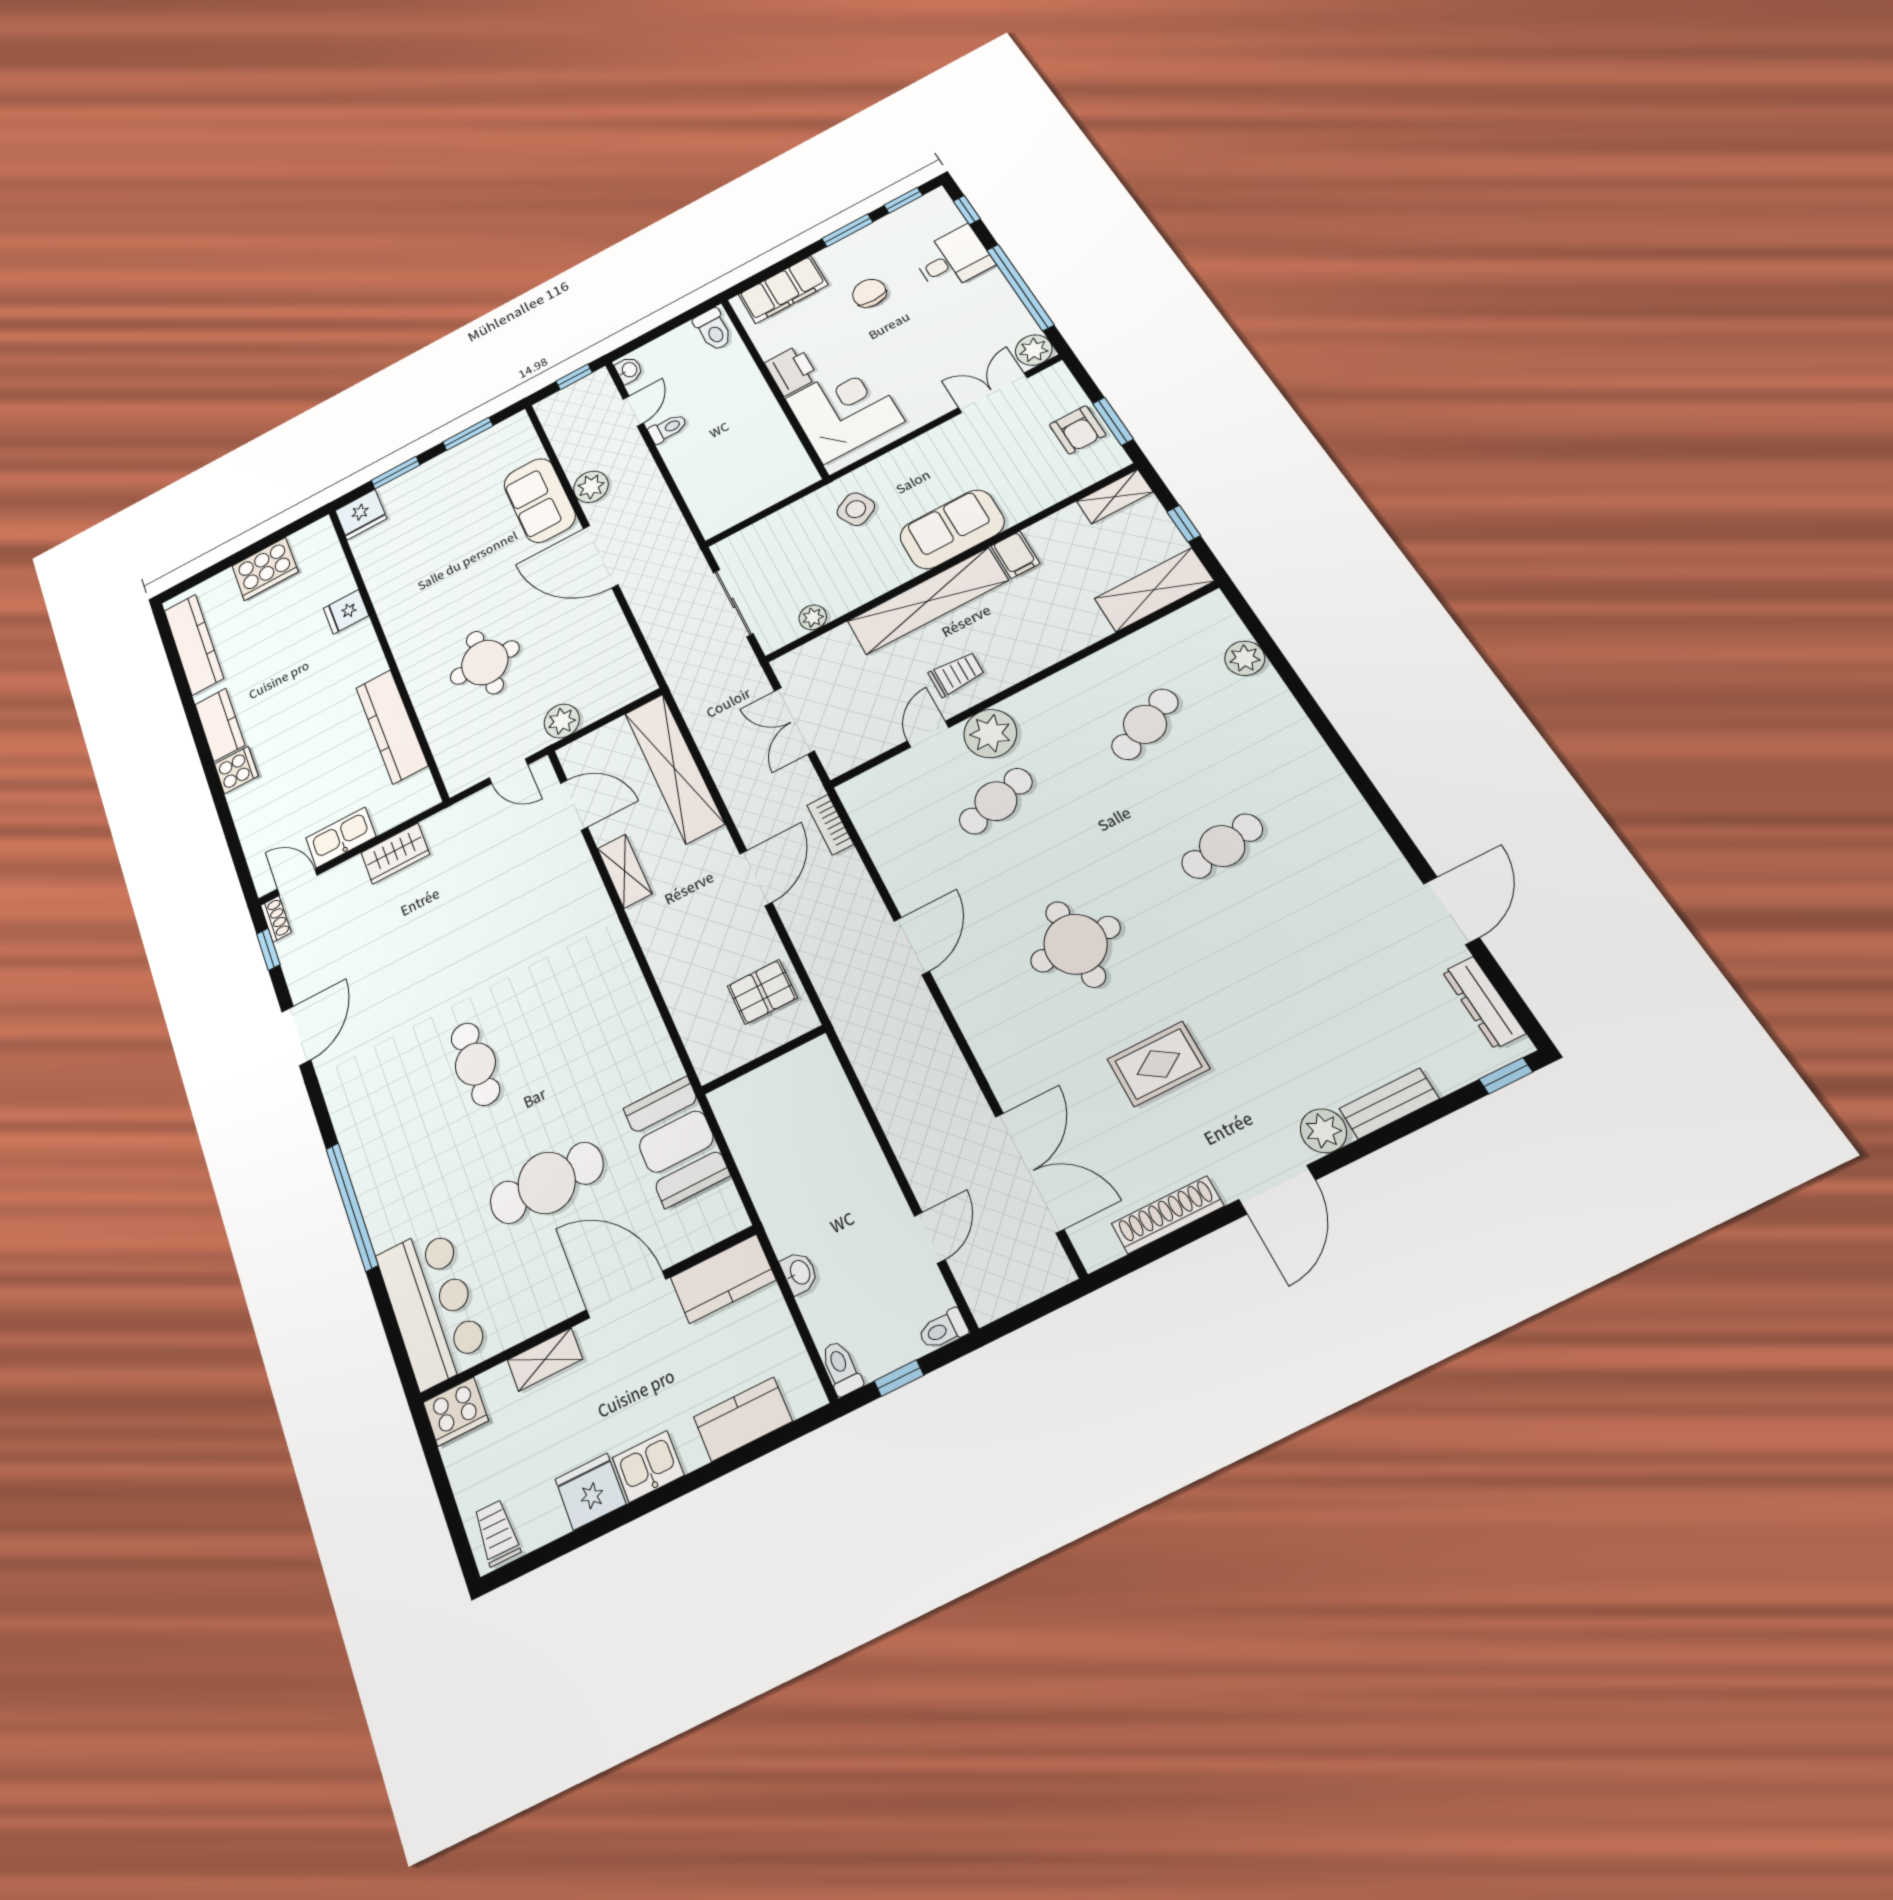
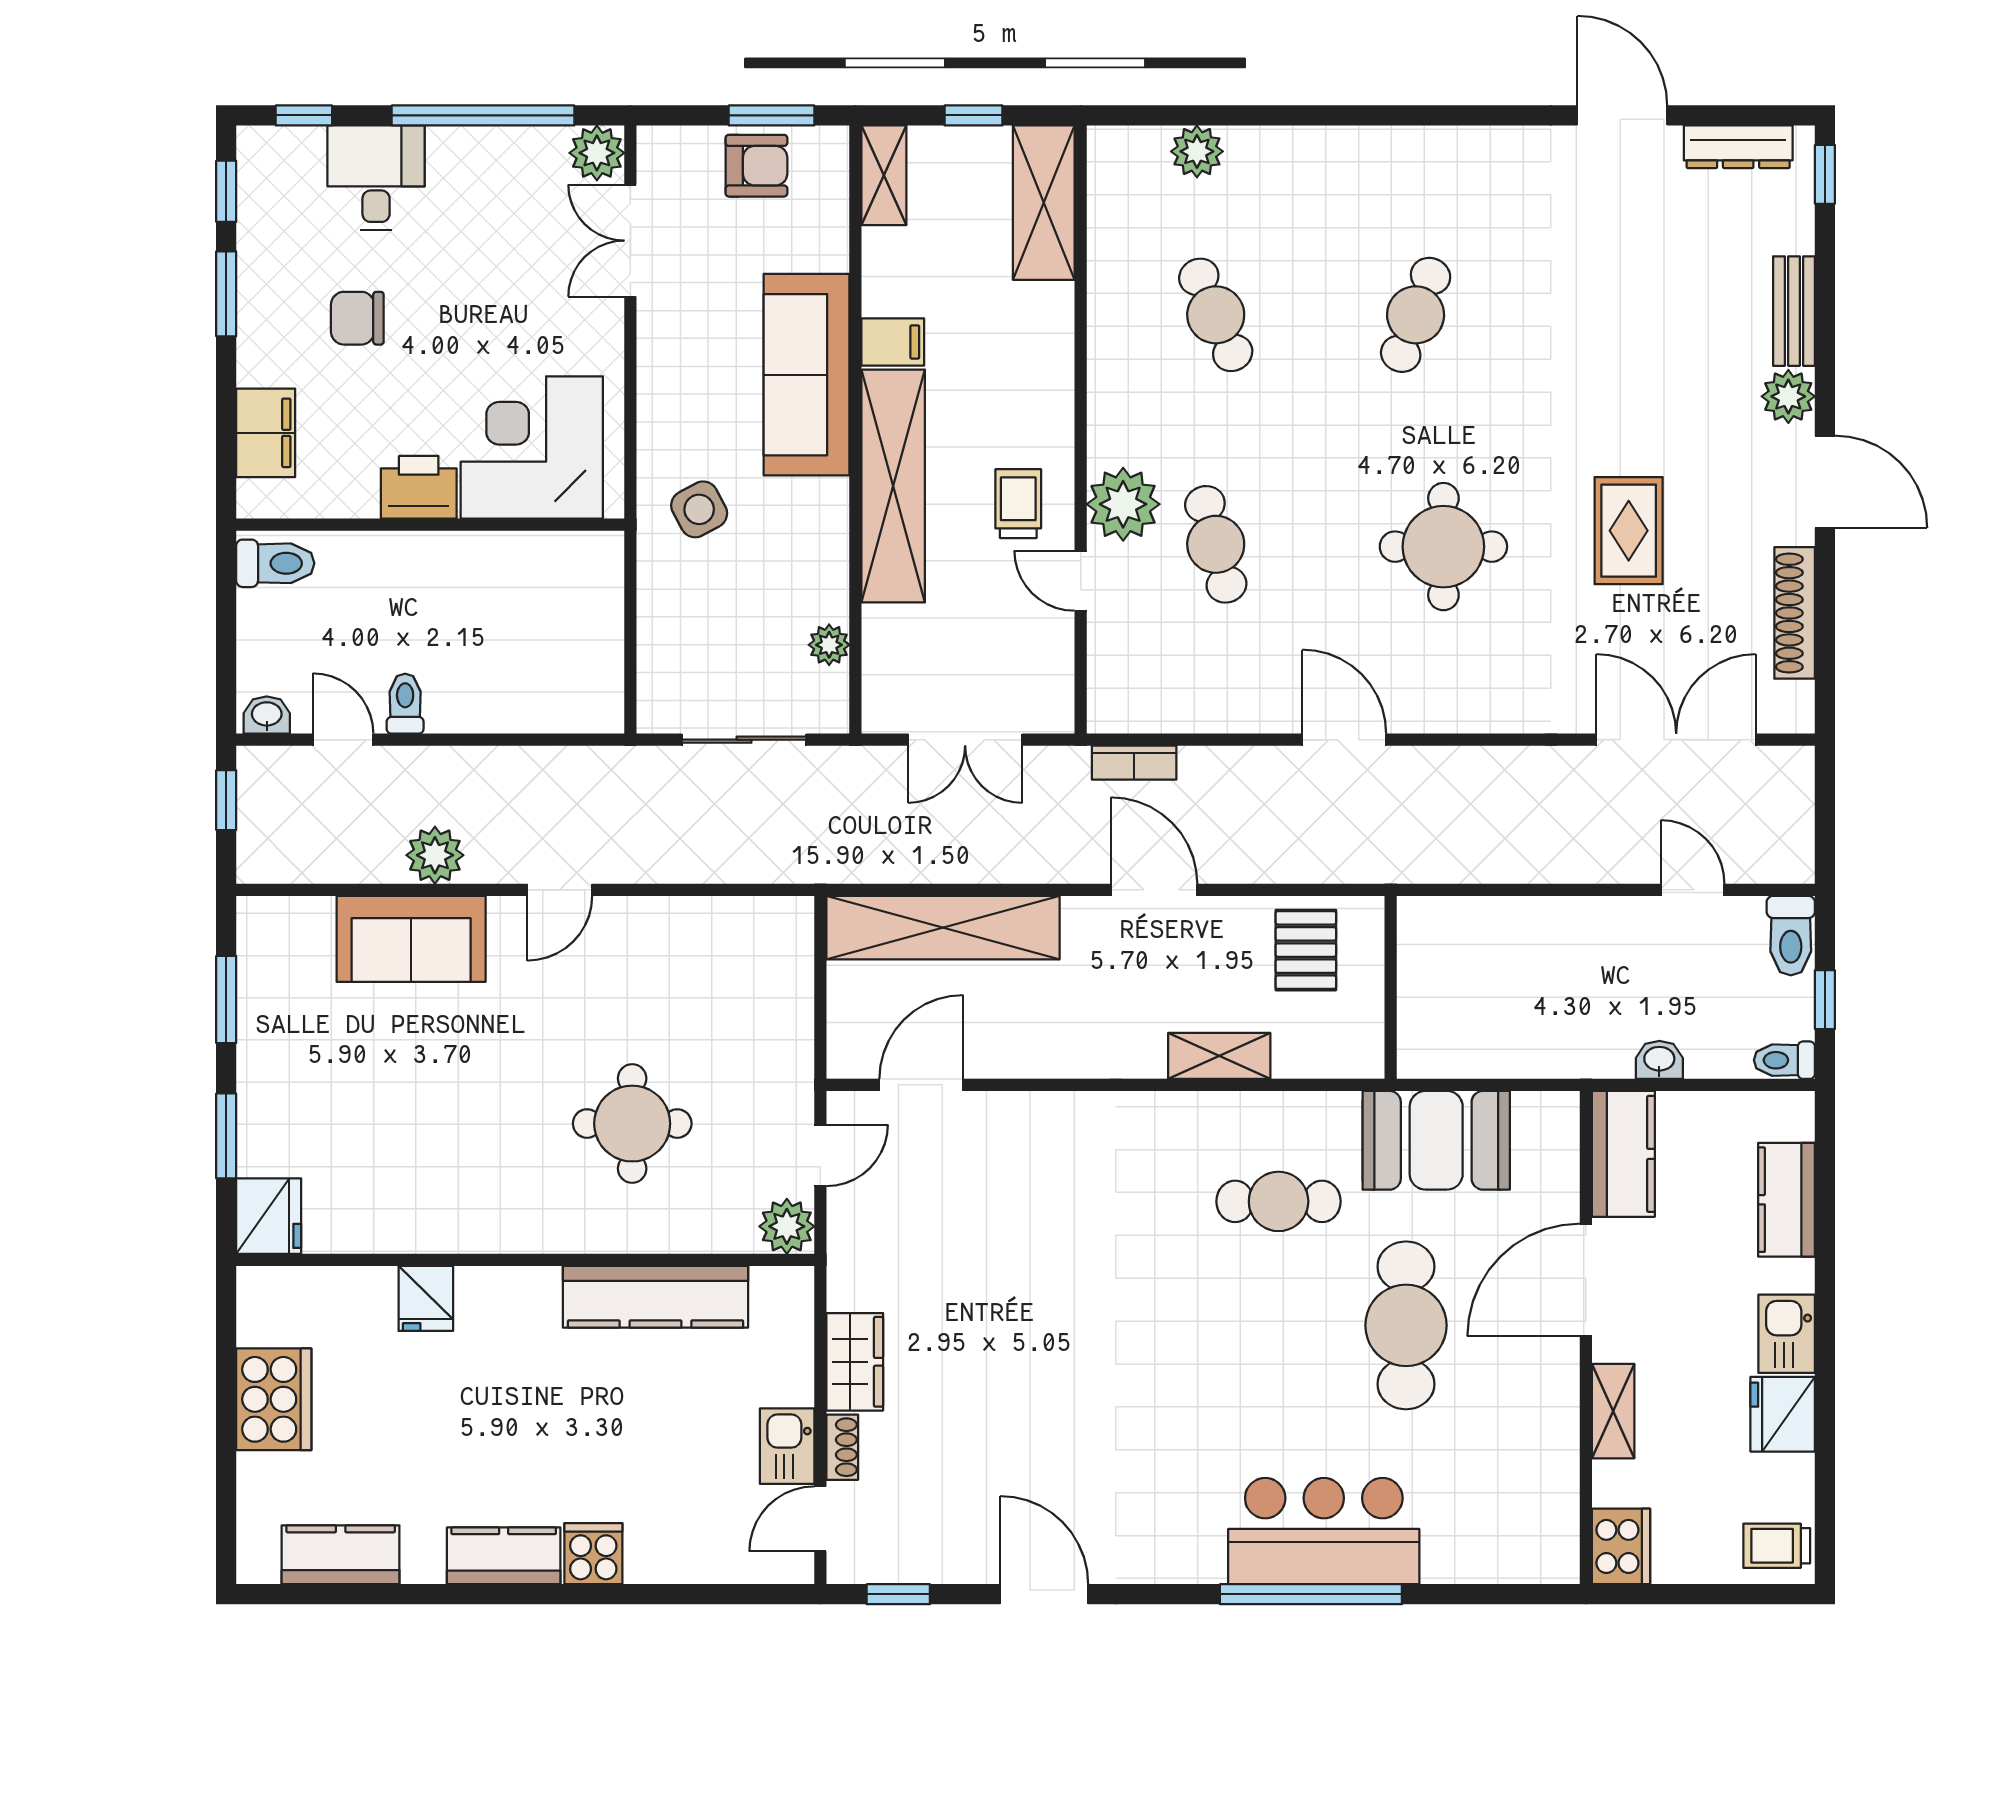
filing cabinet: (783, 290) -> (266, 433), width x0.67, depth x0.86
sofa: (952, 529) -> (807, 375), width x1.36
door: (601, 557) -> (560, 890), width x0.53
kitchen counter: (194, 644) -> (341, 1555), width x0.67
plant: (562, 721) -> (787, 1226), moved
kitchen sink: (341, 837) -> (787, 1446), width x0.73
cafe table: (1222, 846) -> (1416, 315), turned 30
shelving: (625, 871) -> (1219, 1056), moved
shoe rack: (276, 919) -> (842, 1447), moved, turned 90
cafe table: (475, 1064) -> (1279, 1201), moved
bar counter: (432, 1306) -> (1324, 1531), moved
toilet: (943, 1329) -> (1791, 936), width x1.37, depth x1.39

